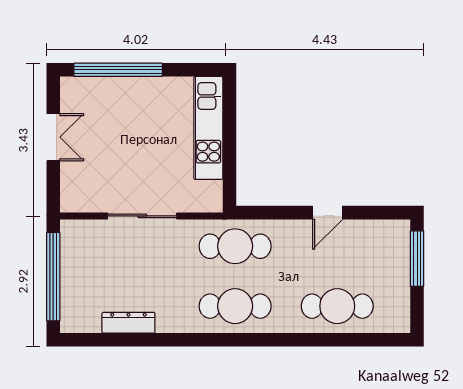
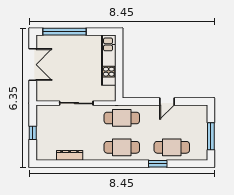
double door: (53, 137) -> (33, 65), width x1.37
window: (417, 259) -> (211, 136), moved
window: (53, 277) -> (33, 133), width x0.32
window: (309, 340) -> (158, 164), added

